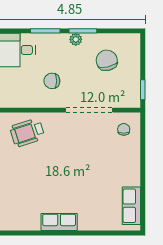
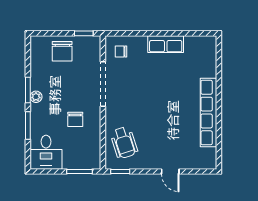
chair: (107, 60) -> (62, 51), moved, turned -77
row of seats: (131, 206) -> (166, 44), moved
row of seats: (59, 222) -> (209, 113), width x2.02

